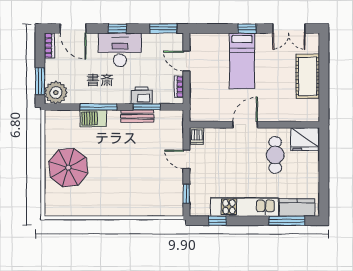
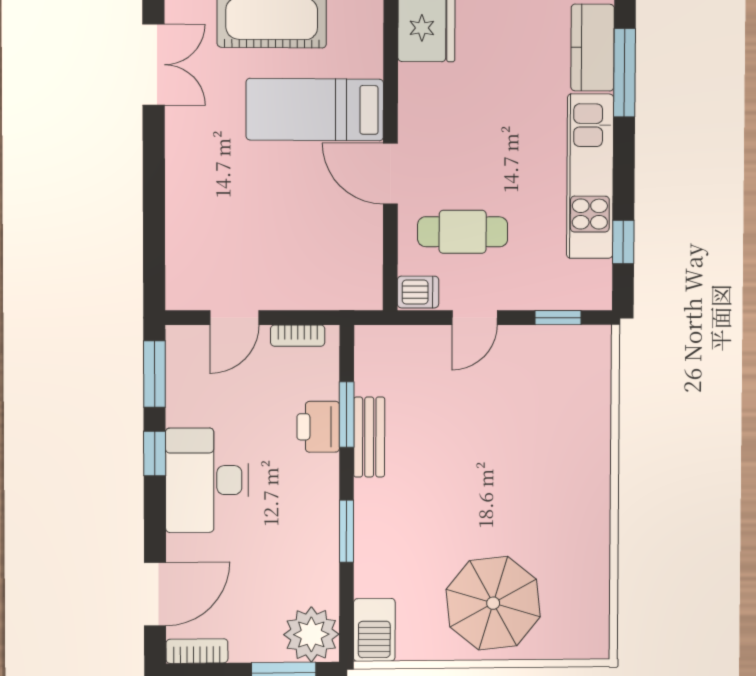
window: (118, 29) -> (155, 454), moved
window: (247, 29) -> (154, 168), removed
bed: (242, 61) -> (315, 110), moved, turned 180
window: (99, 107) -> (347, 531), width x0.69
barbecue: (93, 118) -> (374, 630), moved
cafe table: (275, 155) -> (463, 232), moved

